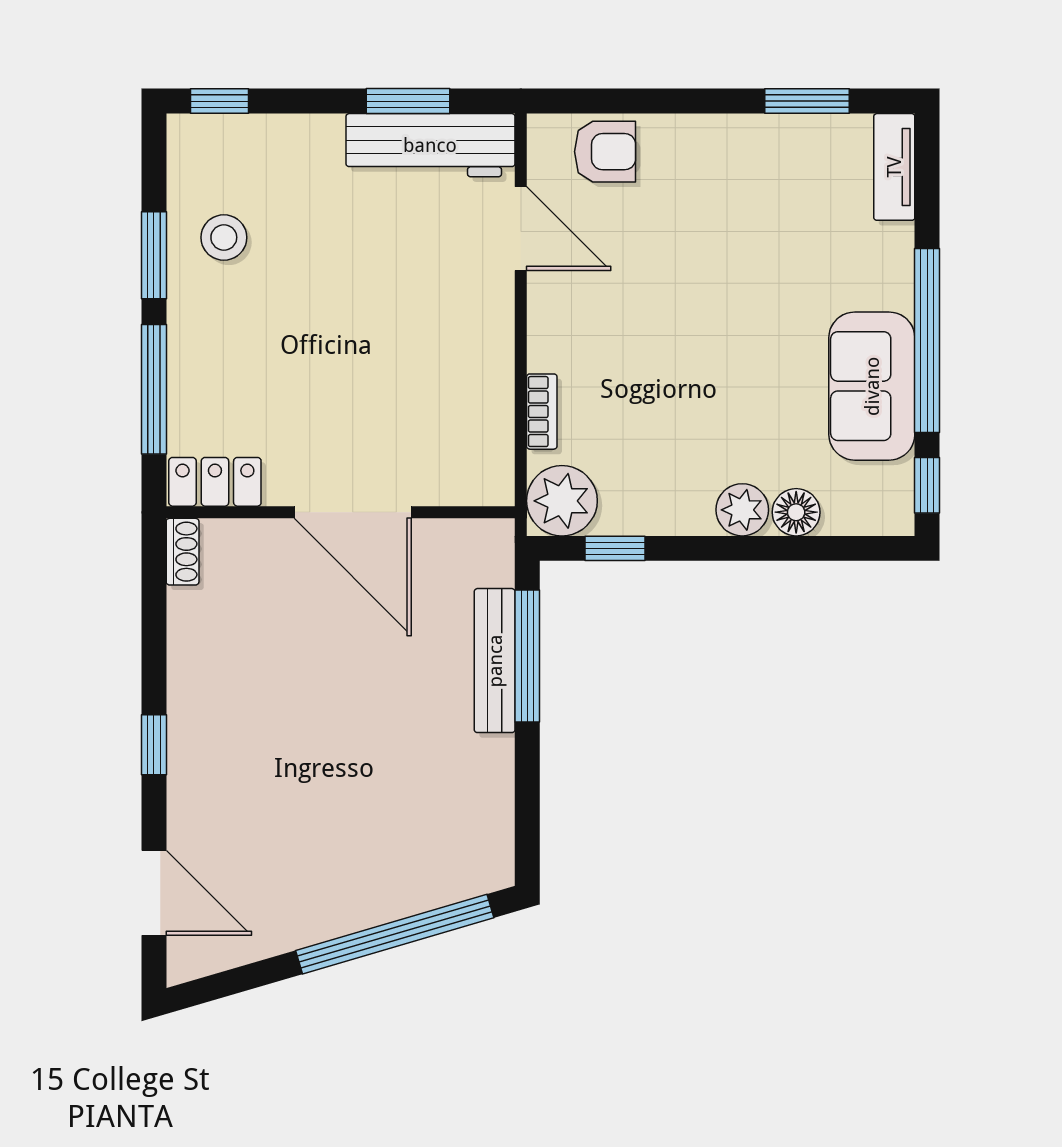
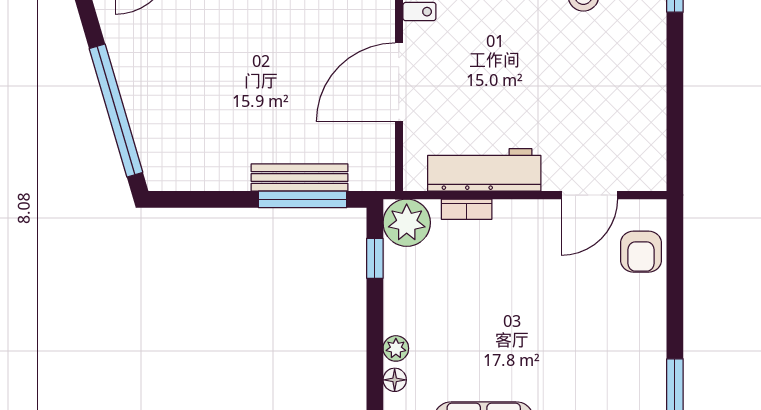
window: (408, 101) -> (675, 119), removed
workbench: (430, 145) -> (484, 170), moved, turned 90
plant: (742, 510) -> (396, 348), width x0.73, depth x0.73
floor lamp: (796, 512) -> (395, 380), width x0.73, depth x0.73

